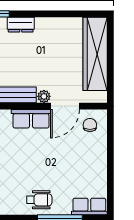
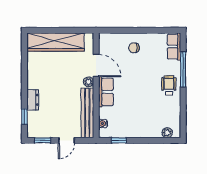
chair: (90, 125) -> (134, 48), moved

